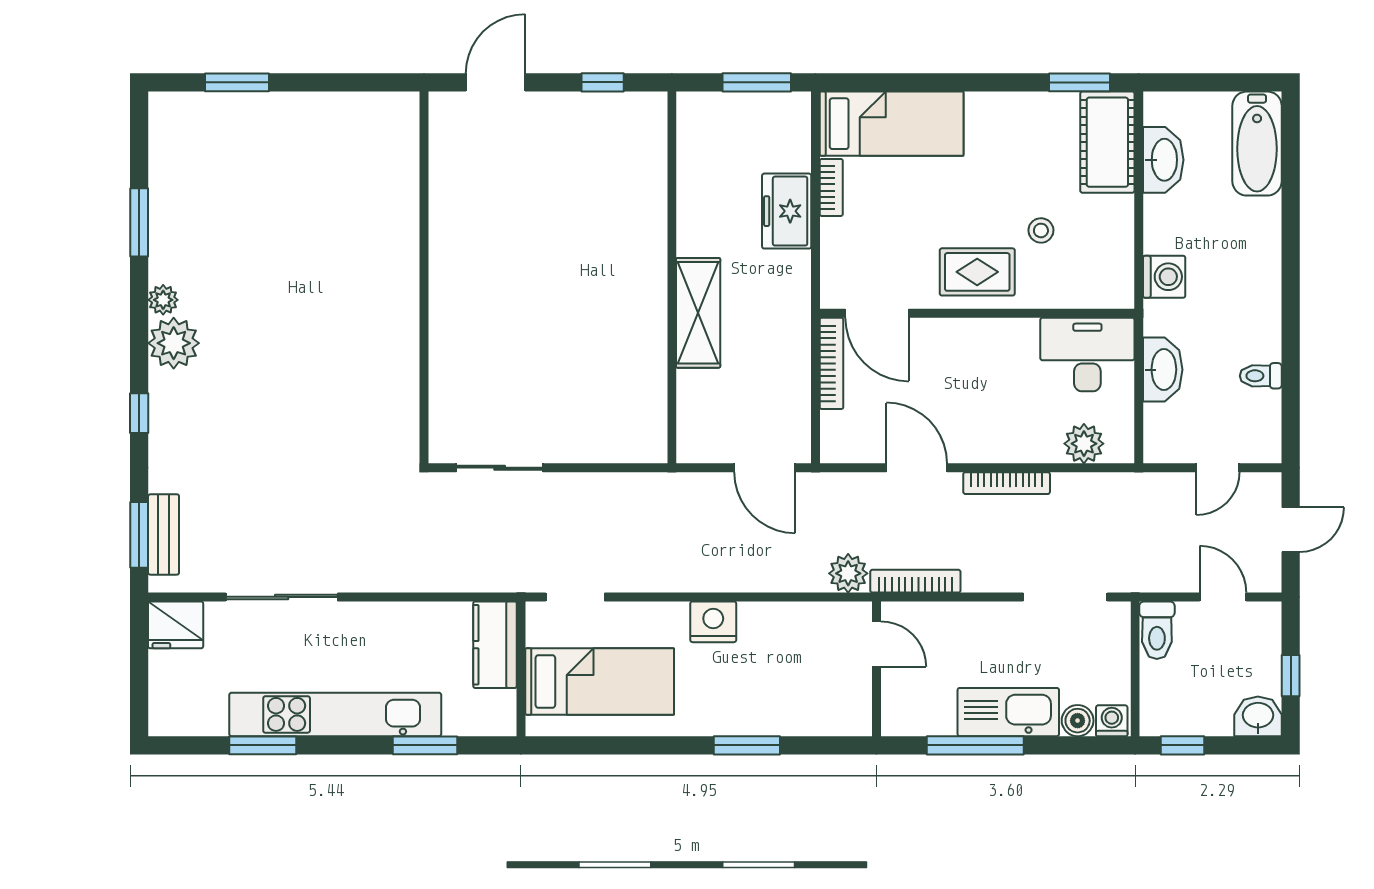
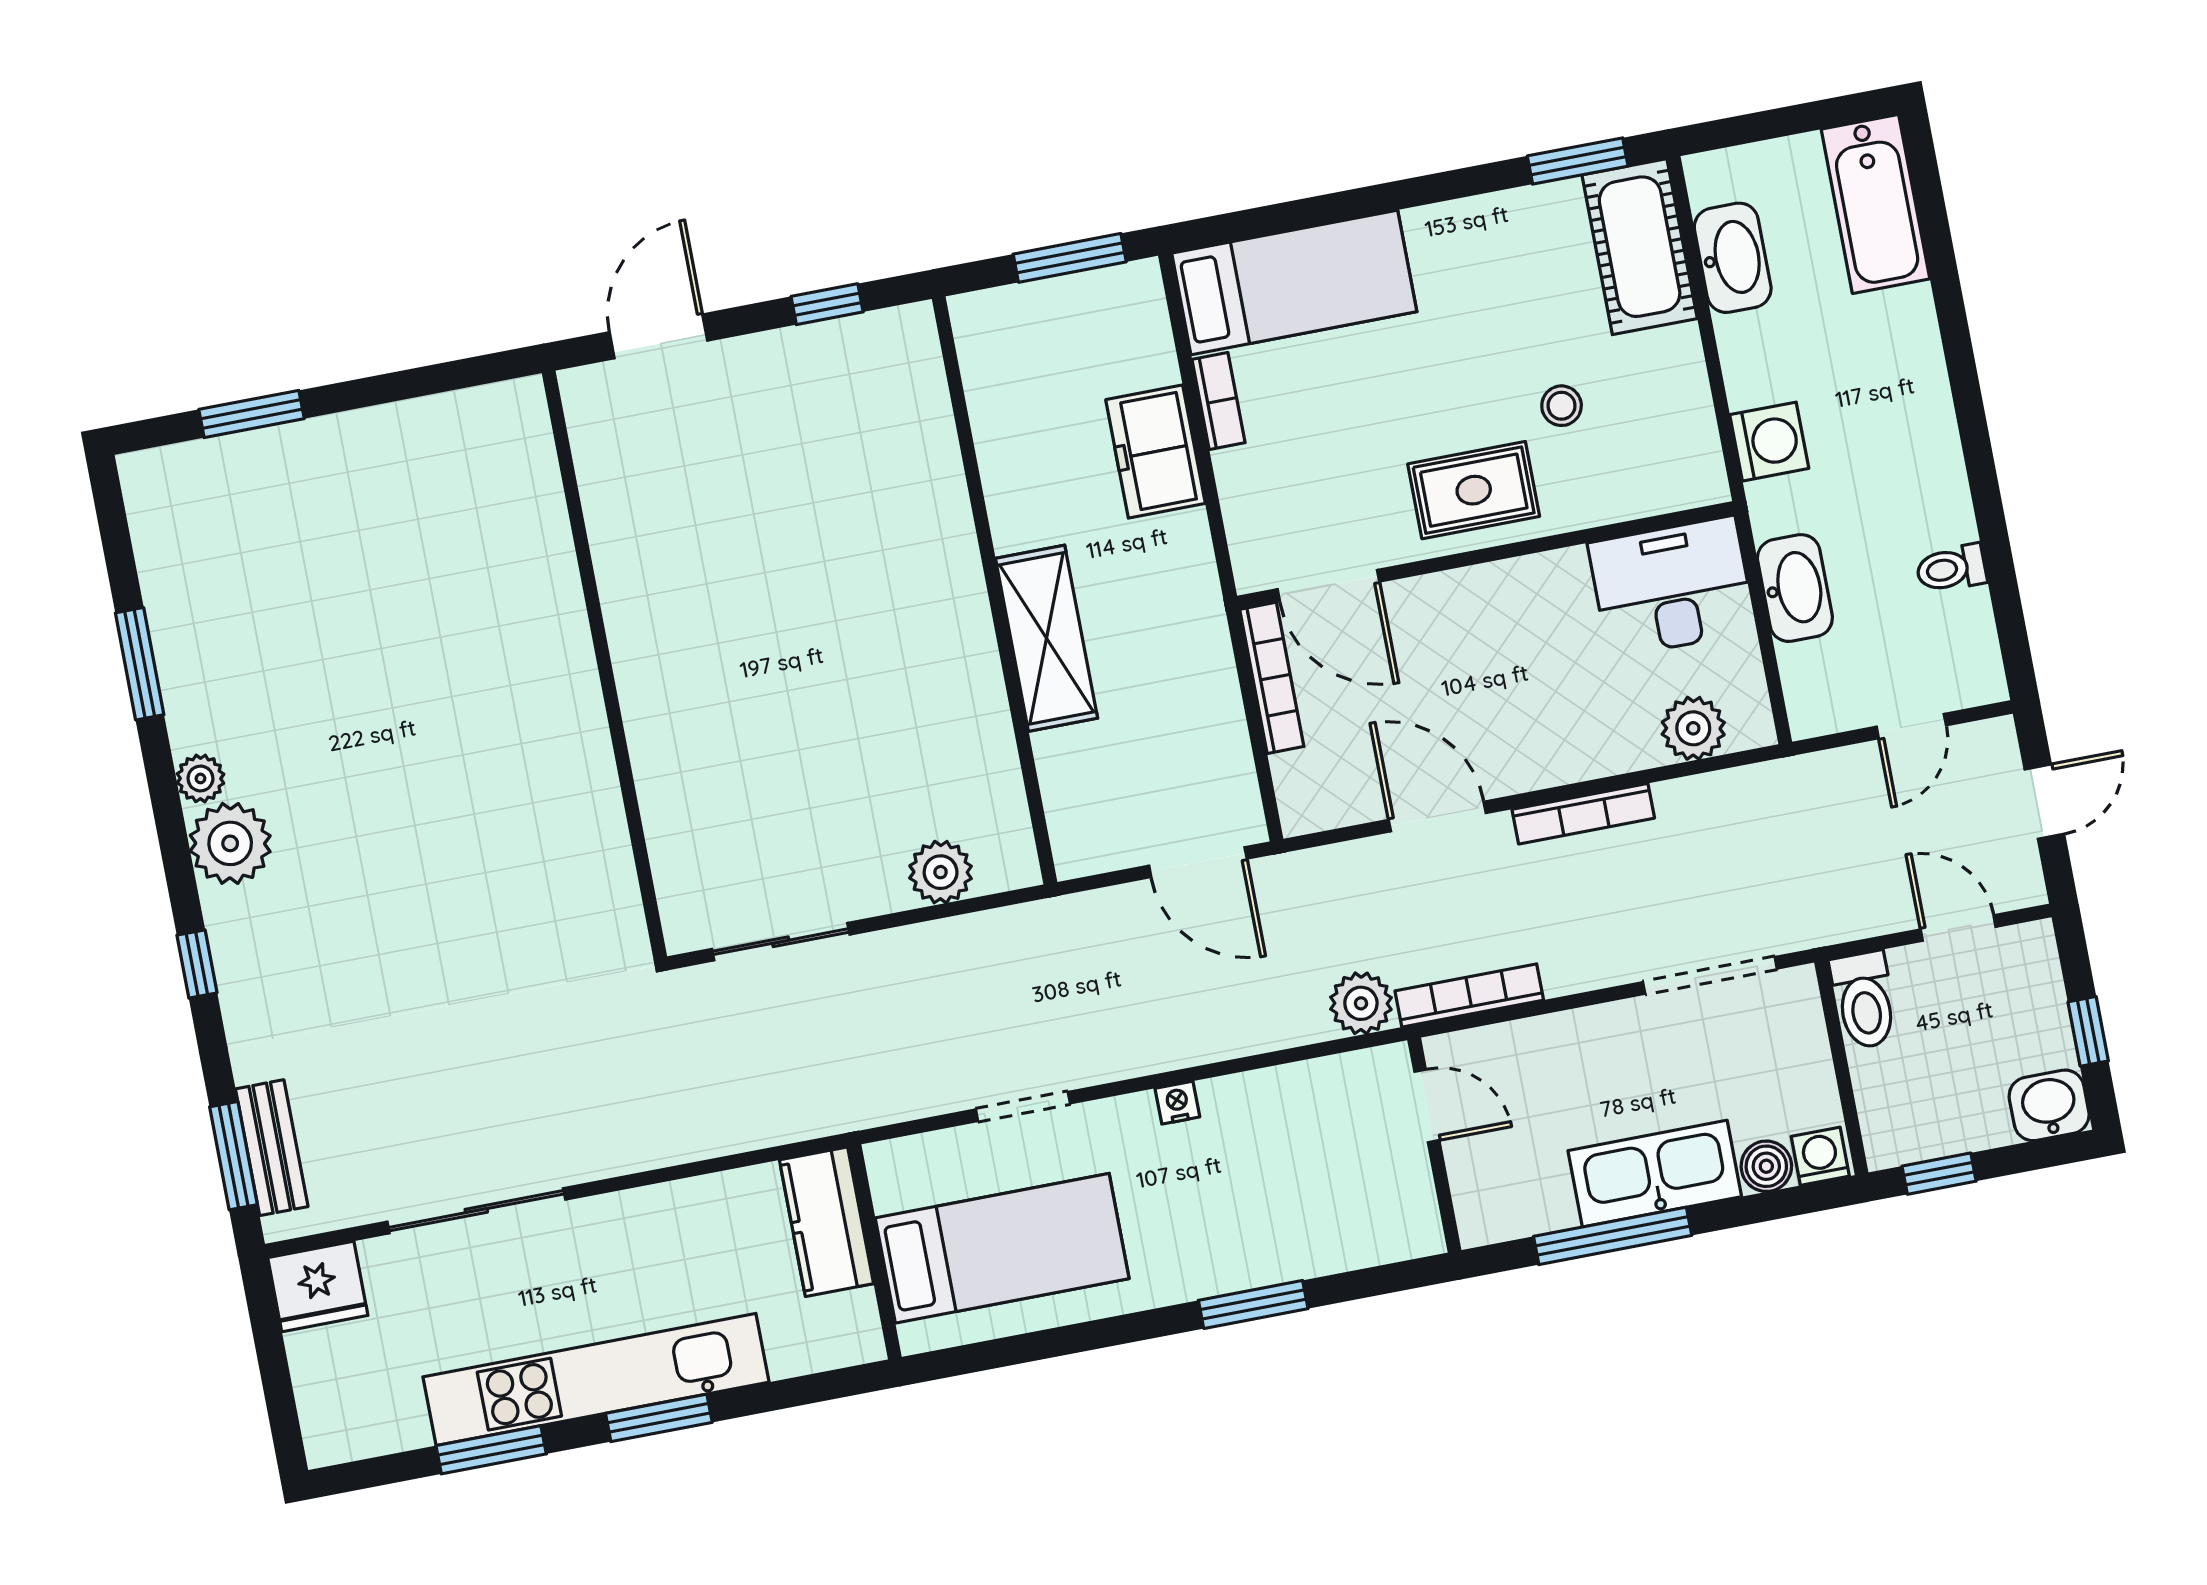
plant: (606, 444) -> (941, 872), added
doorway: (575, 597) -> (1023, 1106), moved
nightstand: (713, 622) -> (1177, 1103), width x0.53, depth x0.56
window: (425, 745) -> (659, 1418), moved

